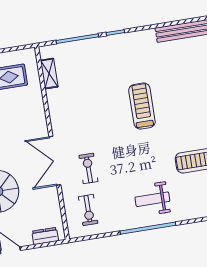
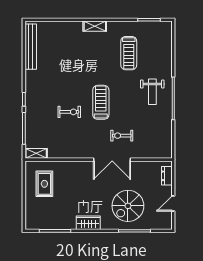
shelving: (49, 74) -> (36, 153), moved
treadmill: (142, 106) -> (101, 102), moved, turned 90
exercise bike: (88, 210) -> (69, 112), moved

